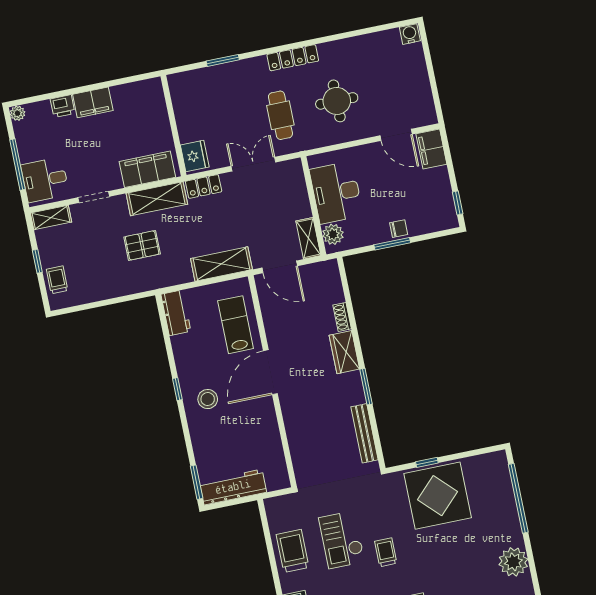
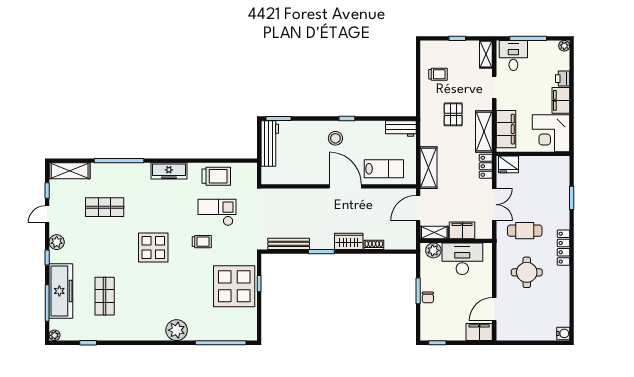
corner desk: (140, 107) -> (551, 133), added
filing cabinet: (298, 201) -> (462, 230), added
trolley: (57, 280) -> (438, 74), moved

